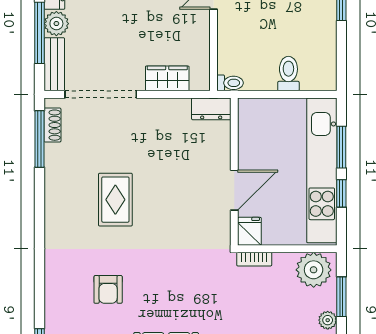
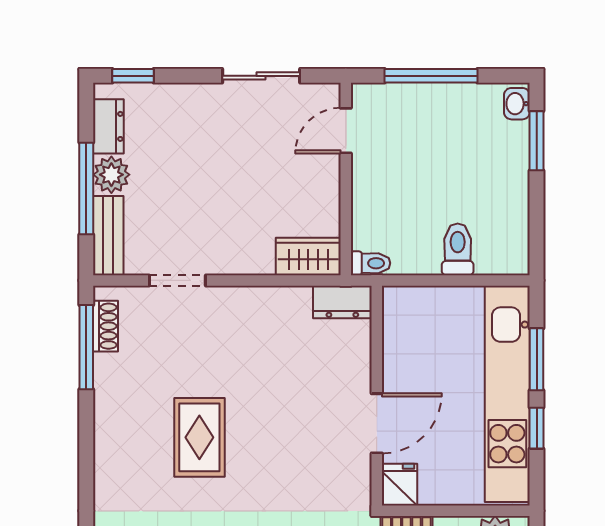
wardrobe: (167, 78) -> (308, 256), moved
doorway: (101, 94) -> (177, 280), width x0.53

